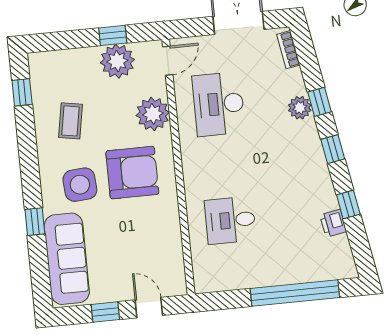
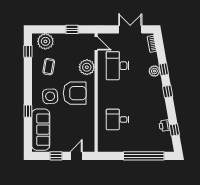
plant: (117, 61) -> (45, 41), moved
door: (168, 61) -> (96, 43), hinge flipped
window: (348, 204) -> (174, 130), moved
door: (149, 308) -> (76, 156), hinge flipped

